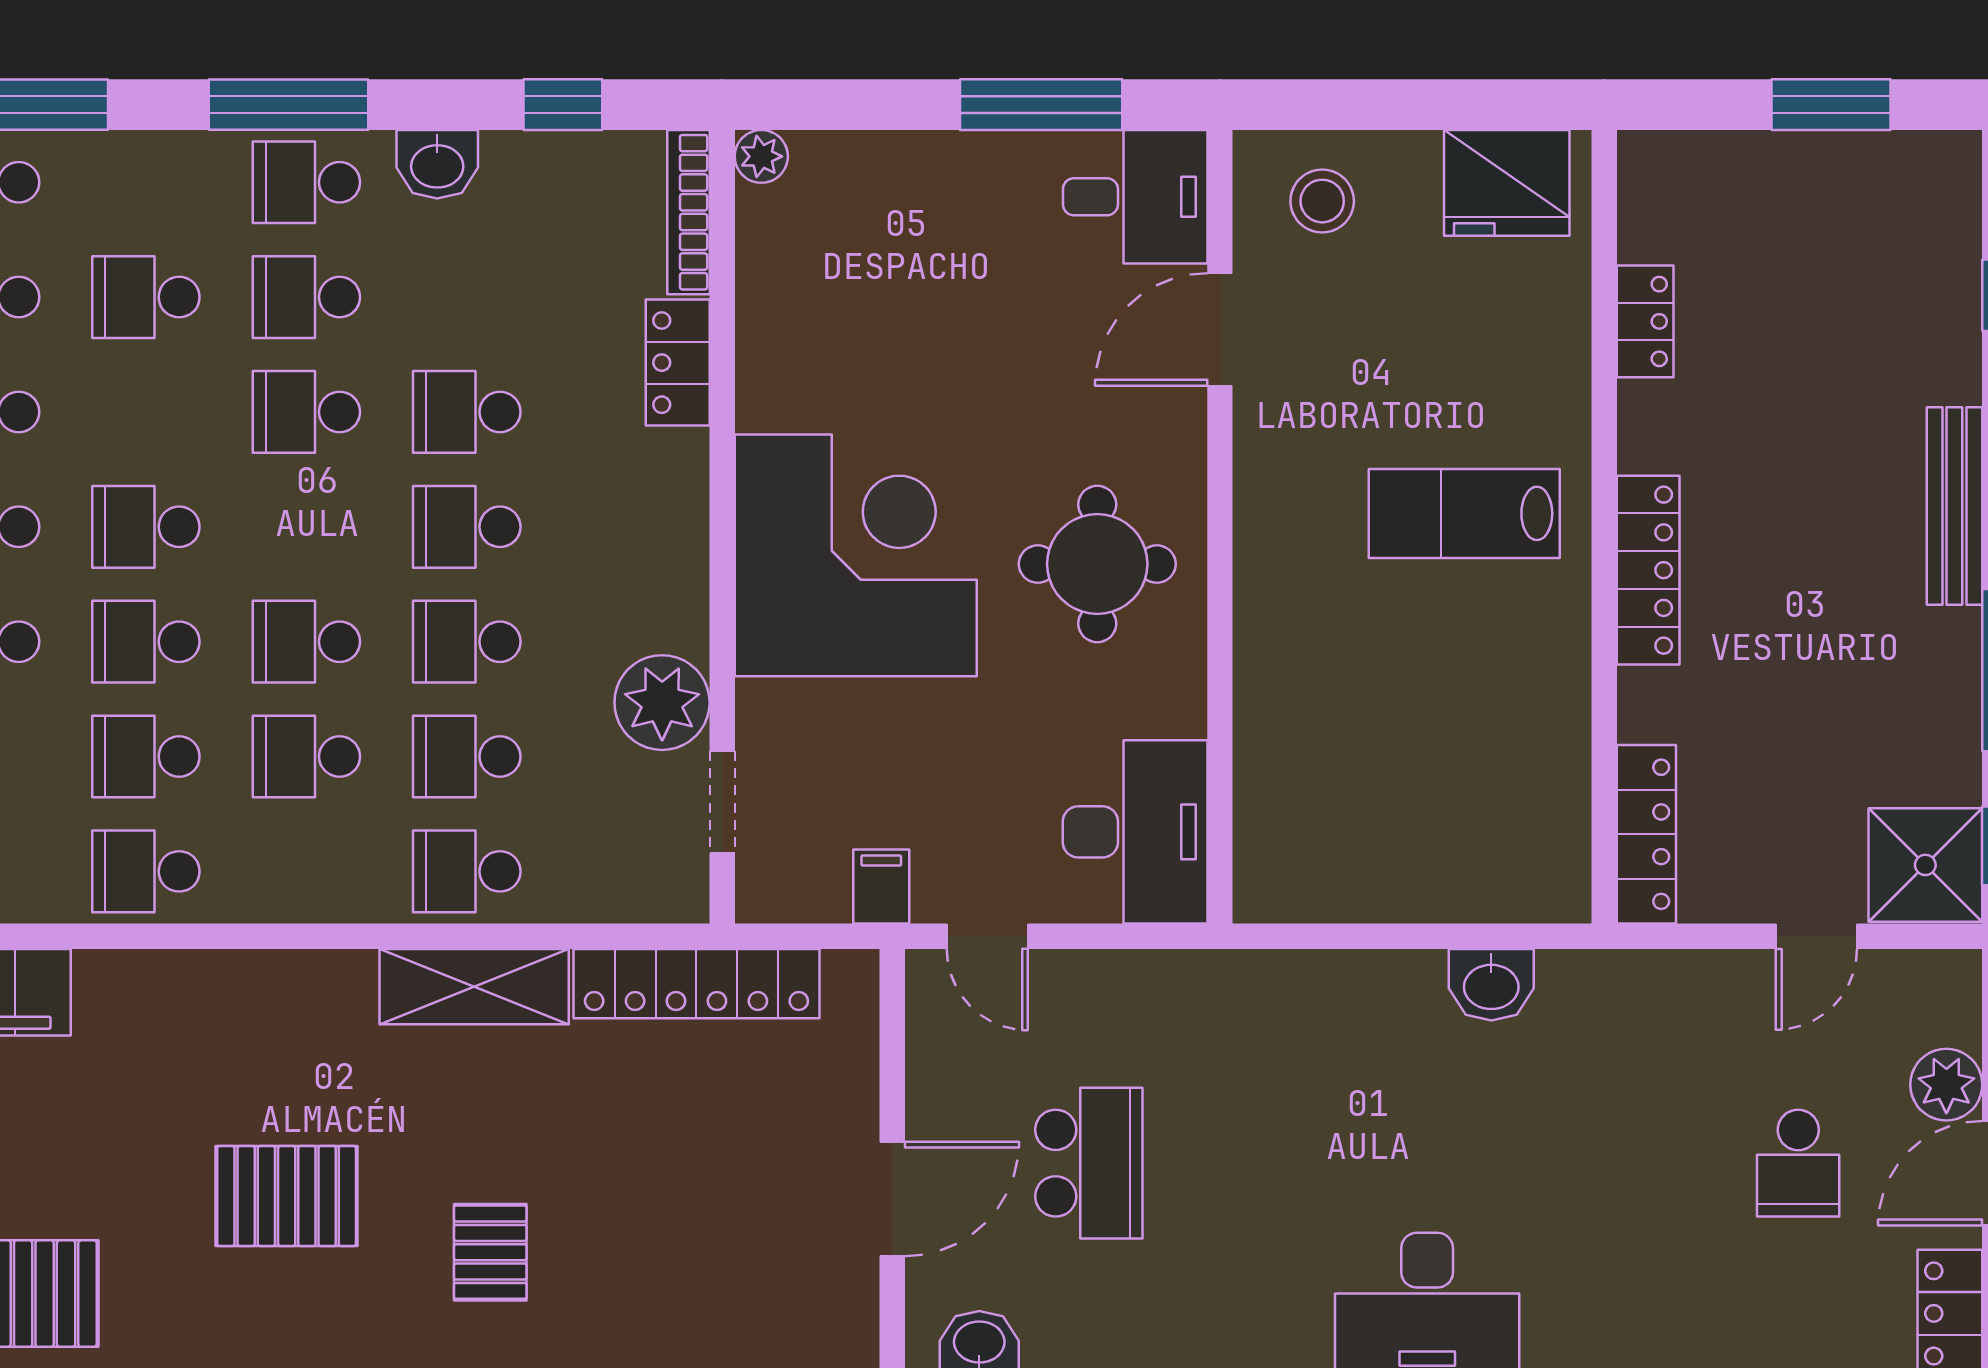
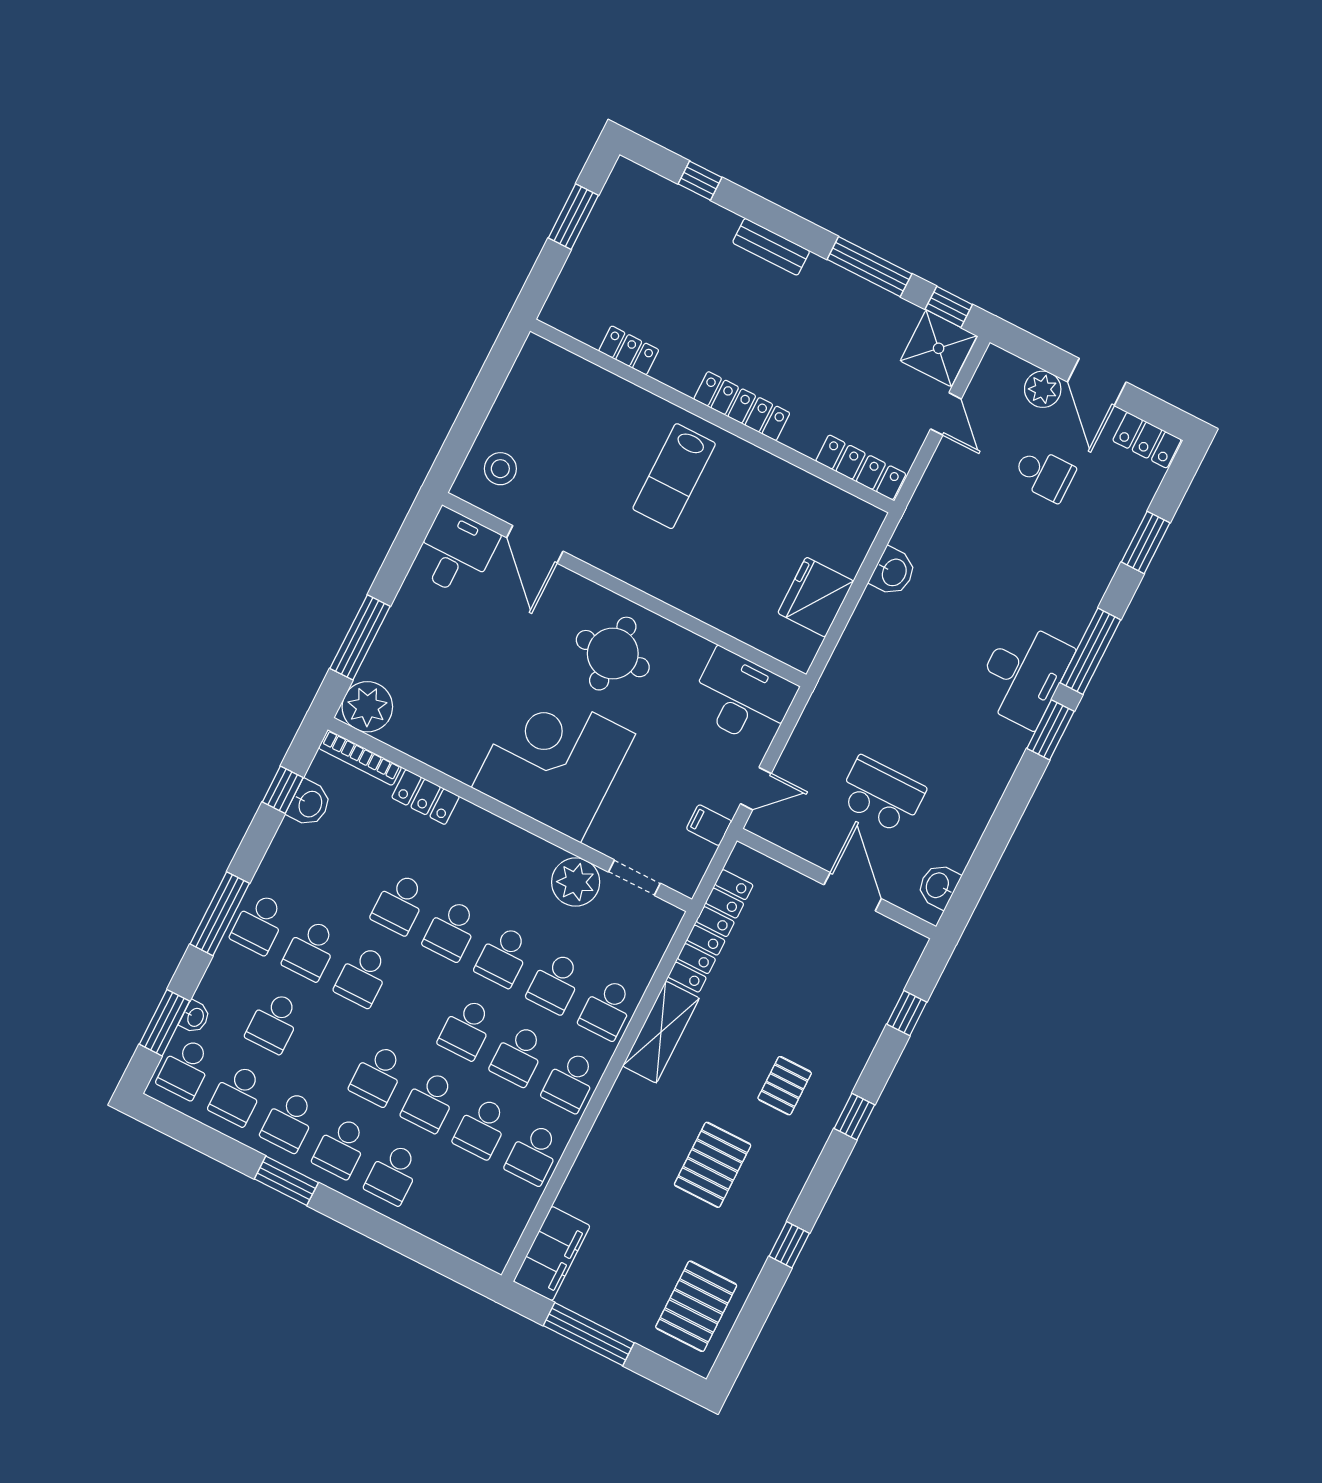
window: (1041, 105) -> (360, 637), moved
washbasin: (84, 153) -> (195, 1017), added
plant: (761, 156) -> (367, 707), width x1.88, depth x1.88
washbasin: (437, 164) -> (310, 804), moved
fridge: (1507, 183) -> (816, 597), moved, turned 180
bench: (1954, 506) -> (771, 247), width x0.73
school desk: (306, 871) -> (570, 1081), added
pallet: (490, 1252) -> (785, 1086), turned 90

